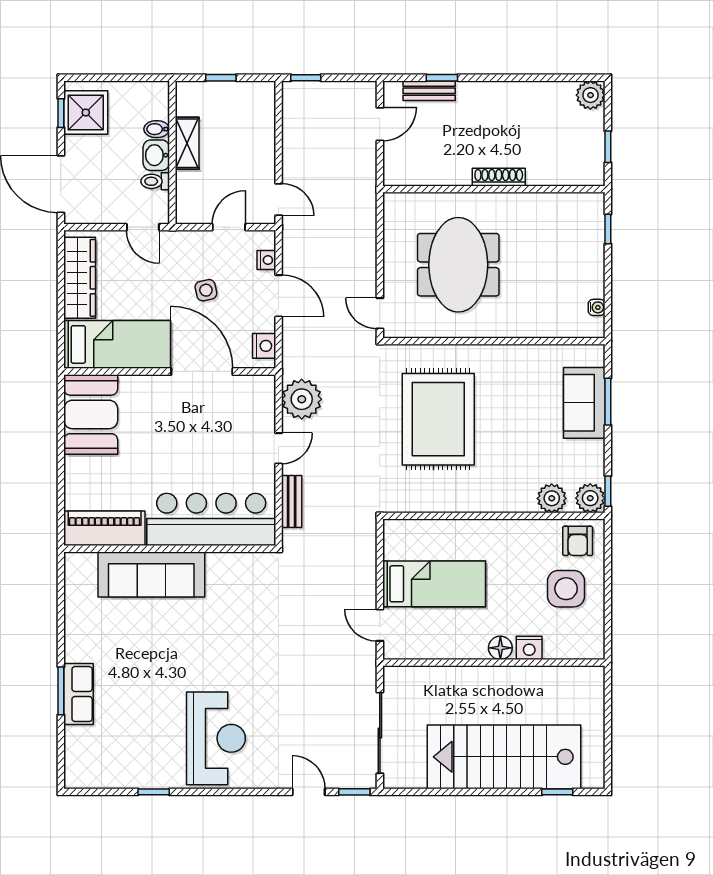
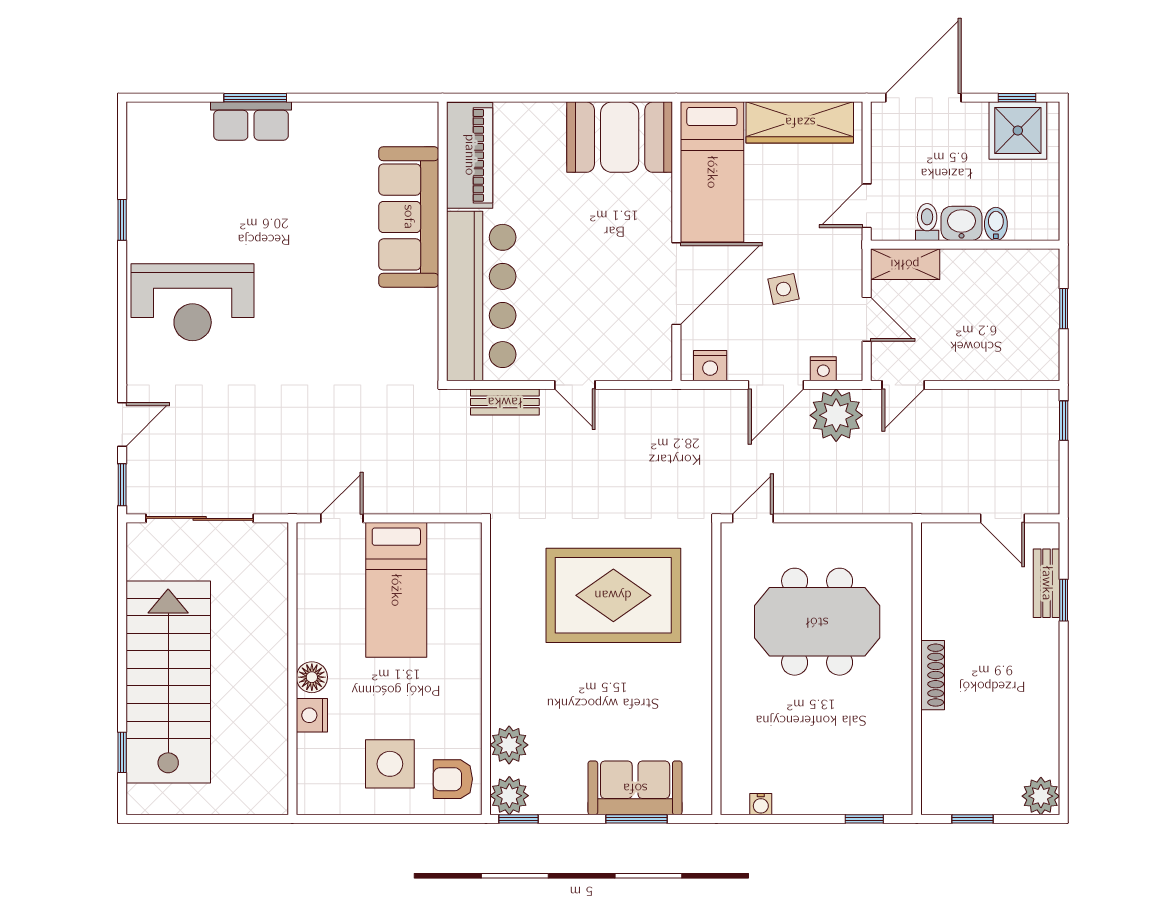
shelving: (187, 143) -> (905, 264), moved
plant: (302, 399) -> (836, 415), moved

